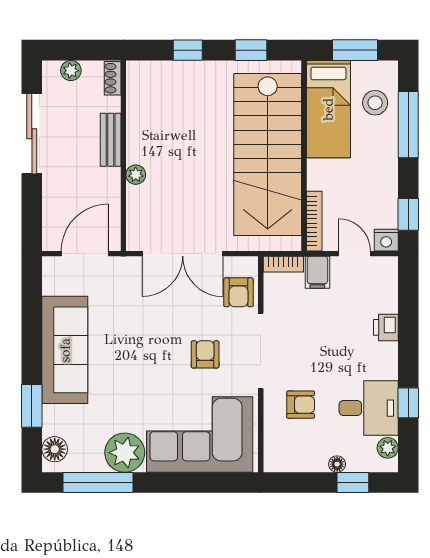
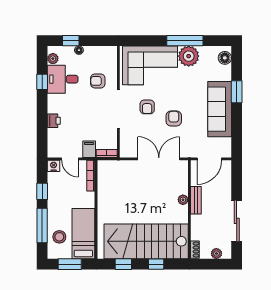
bench: (111, 140) -> (196, 200), moved
stairs: (268, 154) -> (146, 241), moved, turned -90
window: (408, 214) -> (42, 191), moved
armchair: (238, 292) -> (174, 118), moved
window: (32, 406) -> (237, 92), moved
window: (98, 483) -> (185, 41), moved

